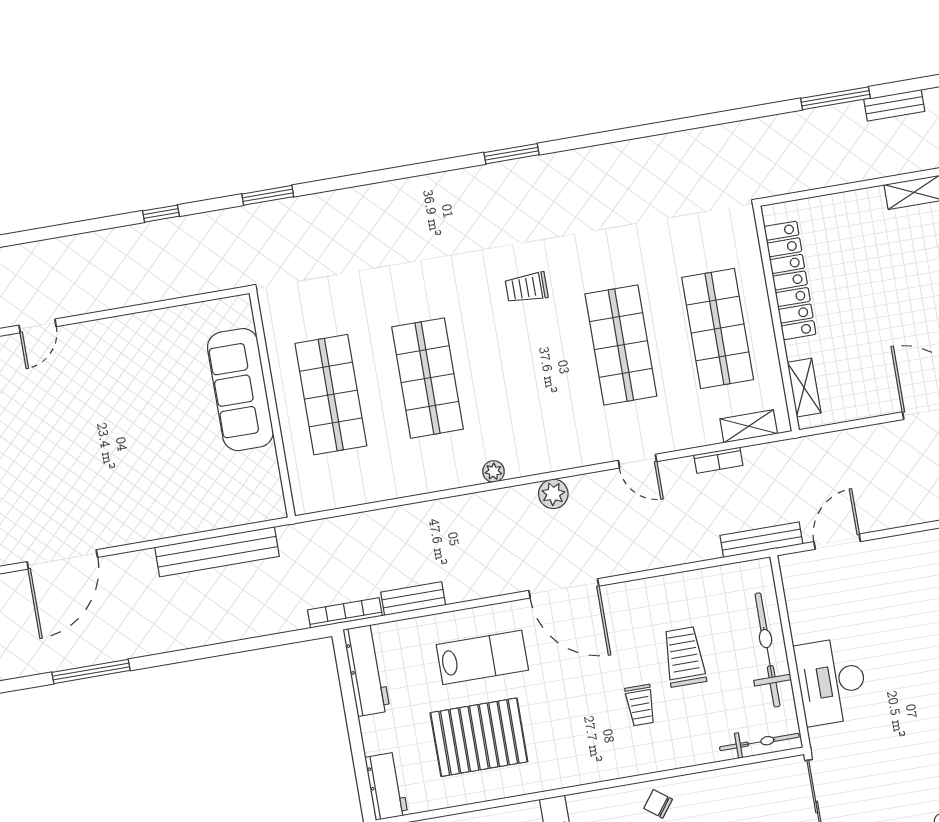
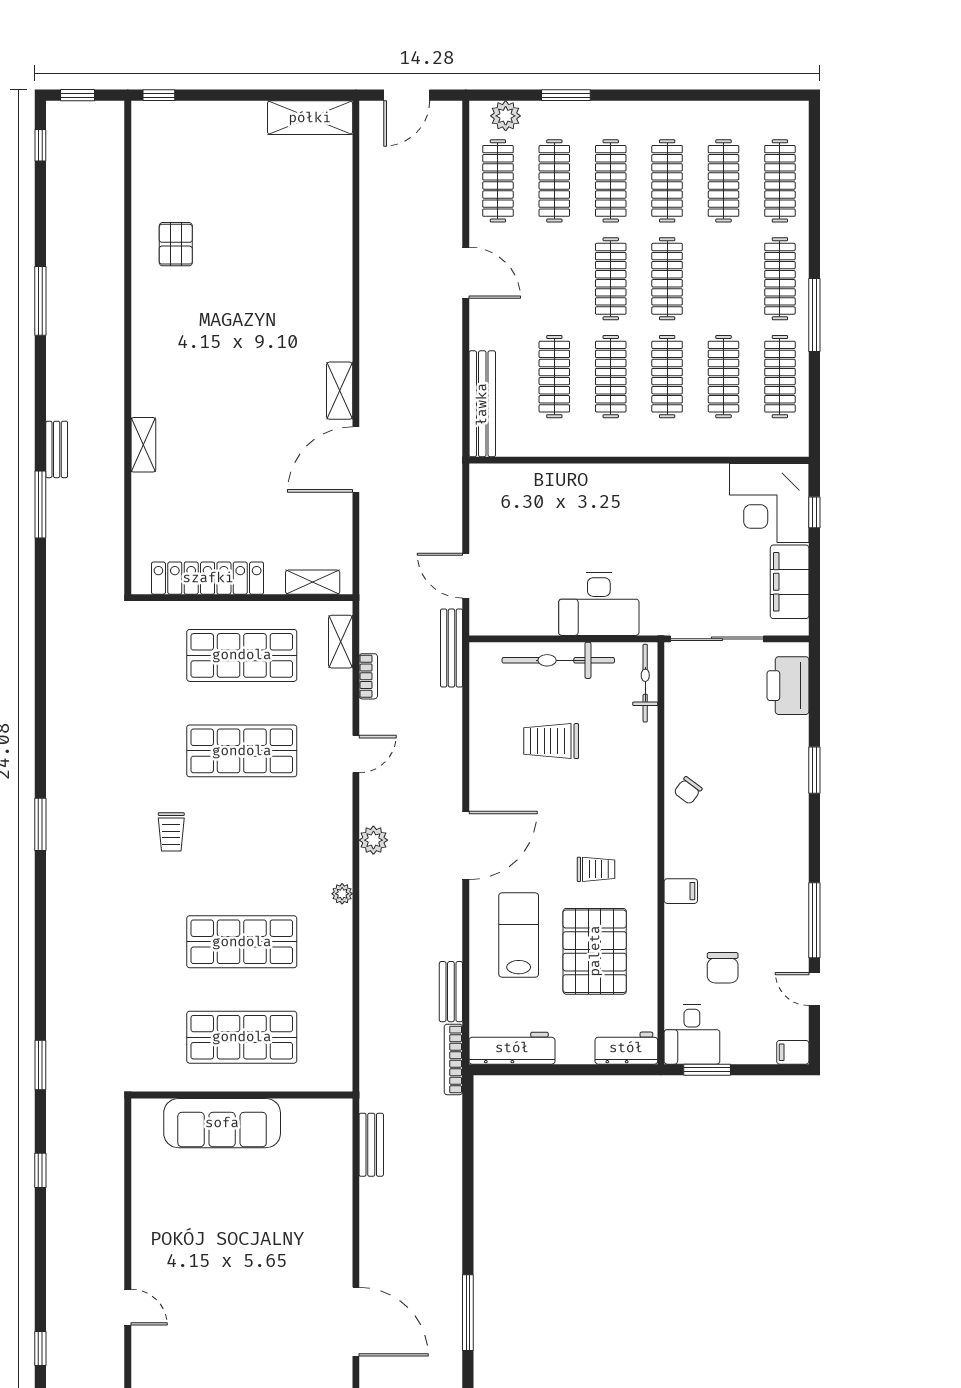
bench: (217, 552) -> (371, 1145), width x0.54, depth x0.82
trolley: (640, 705) -> (596, 869), moved

